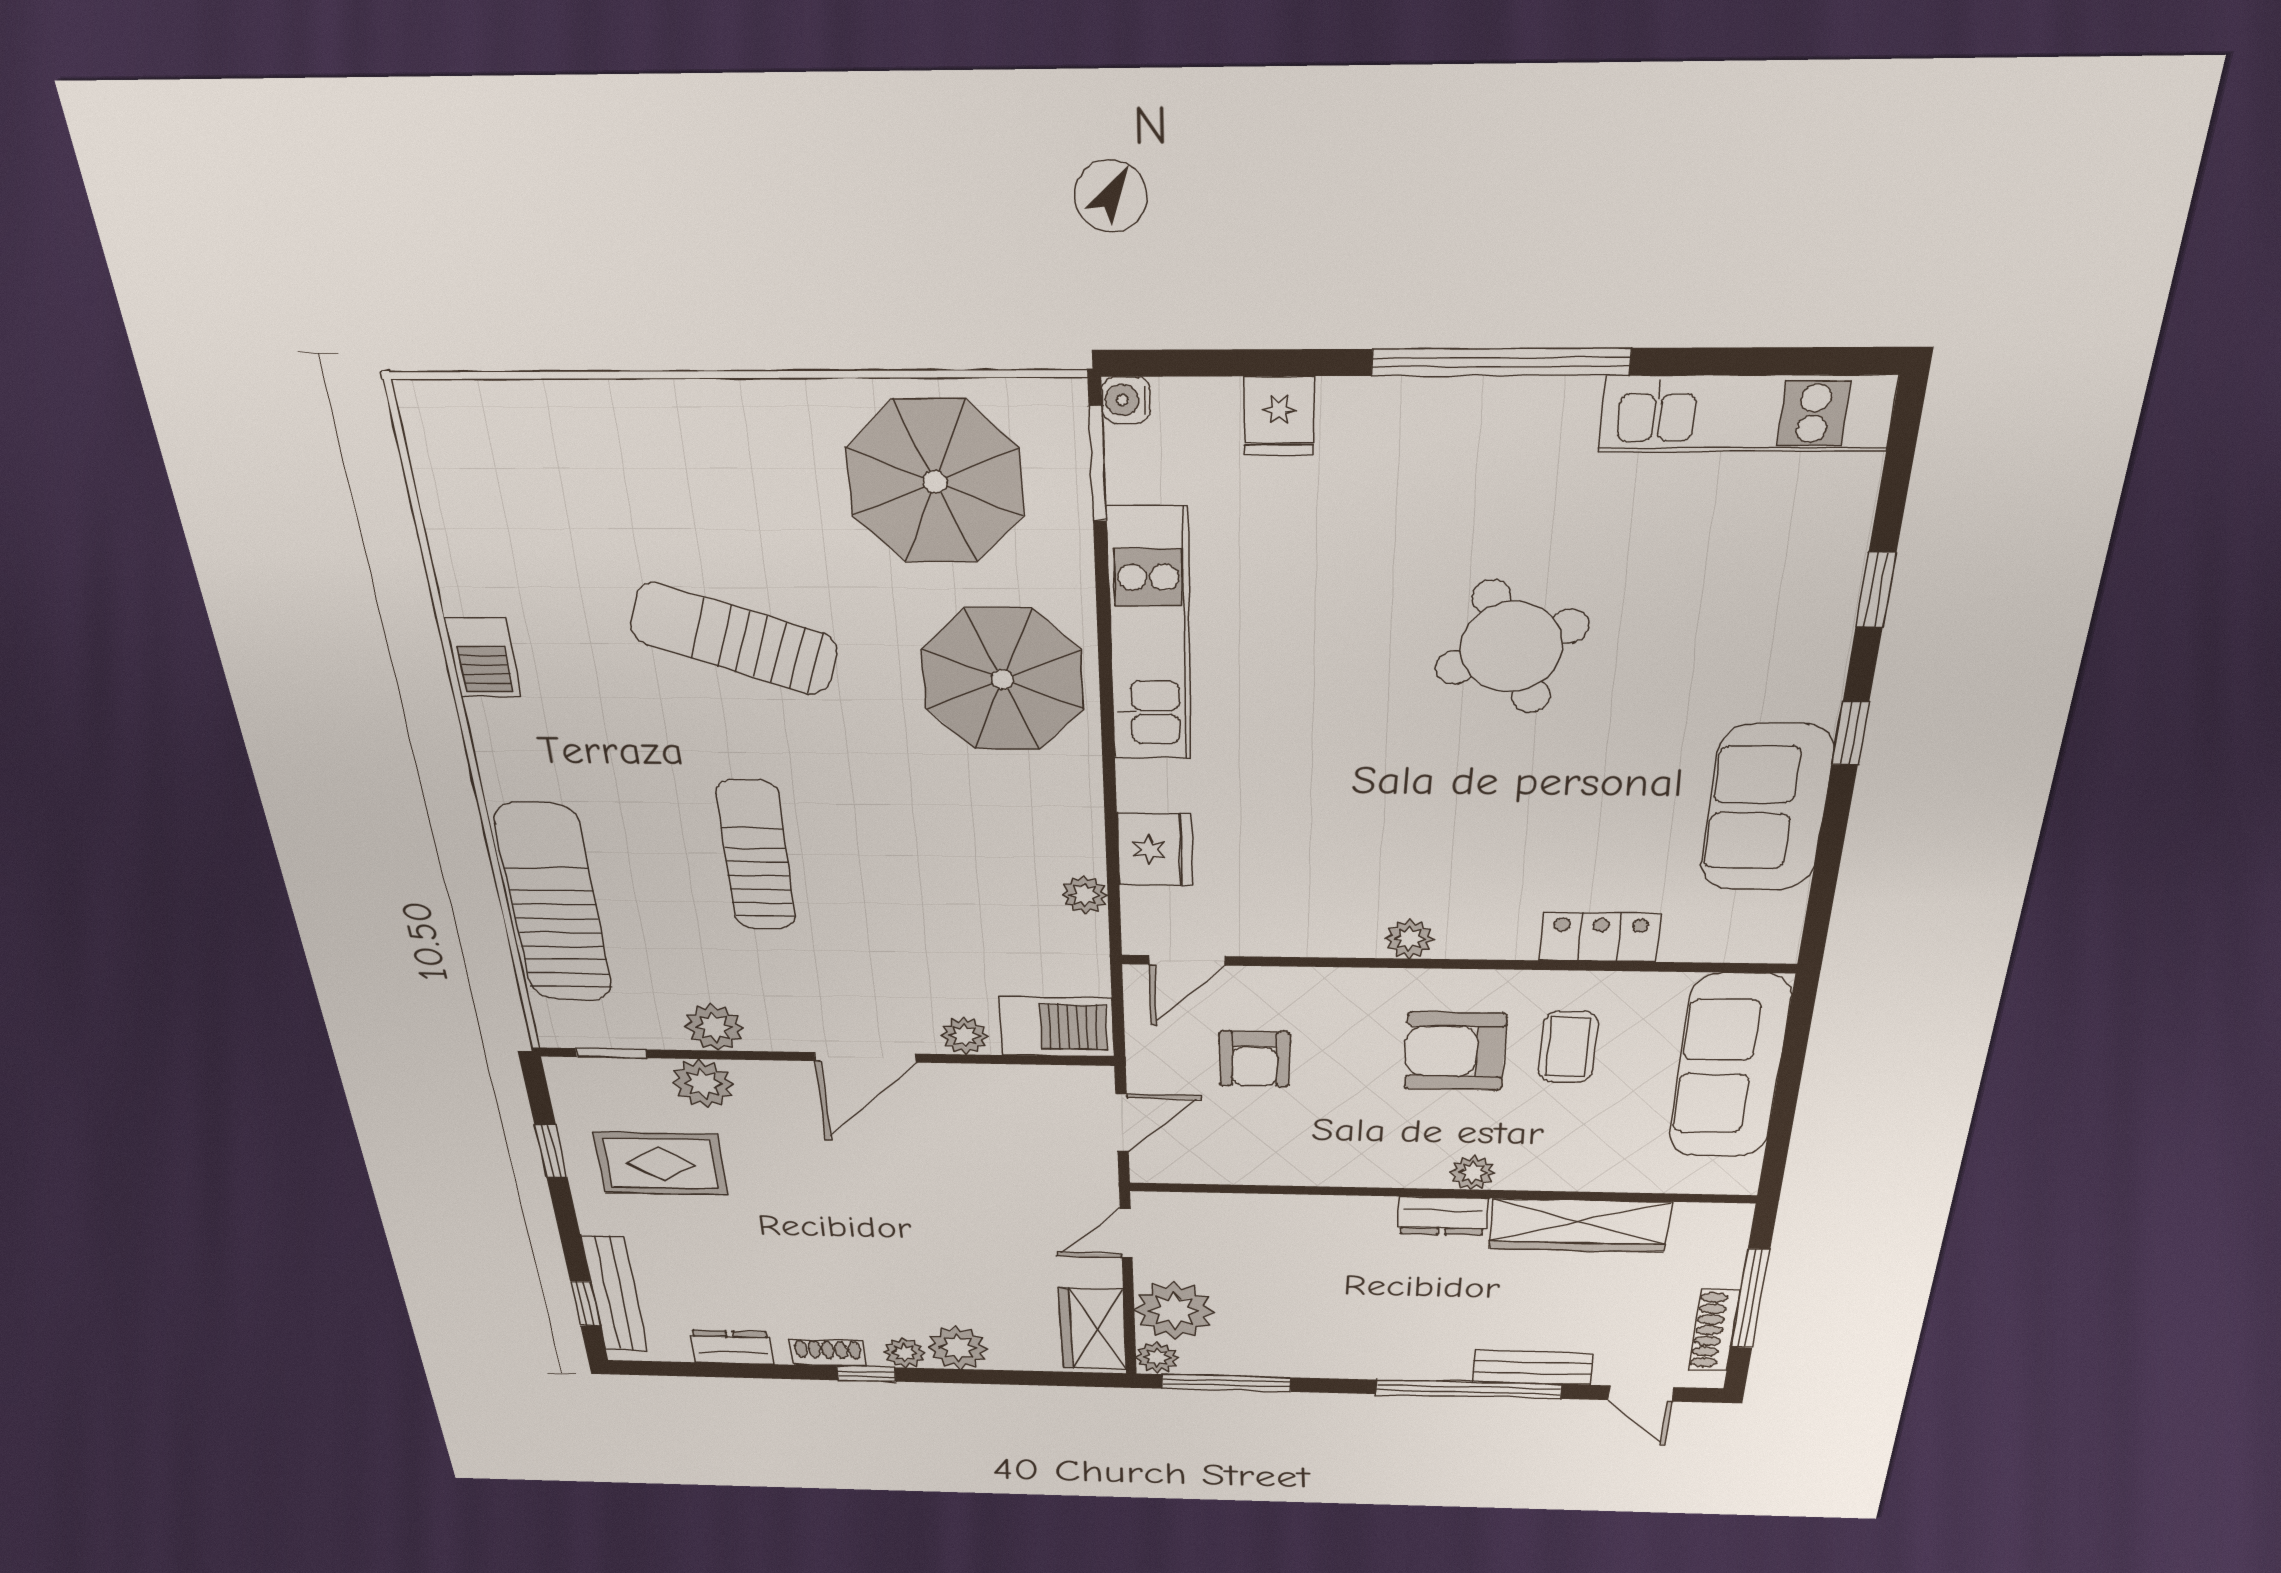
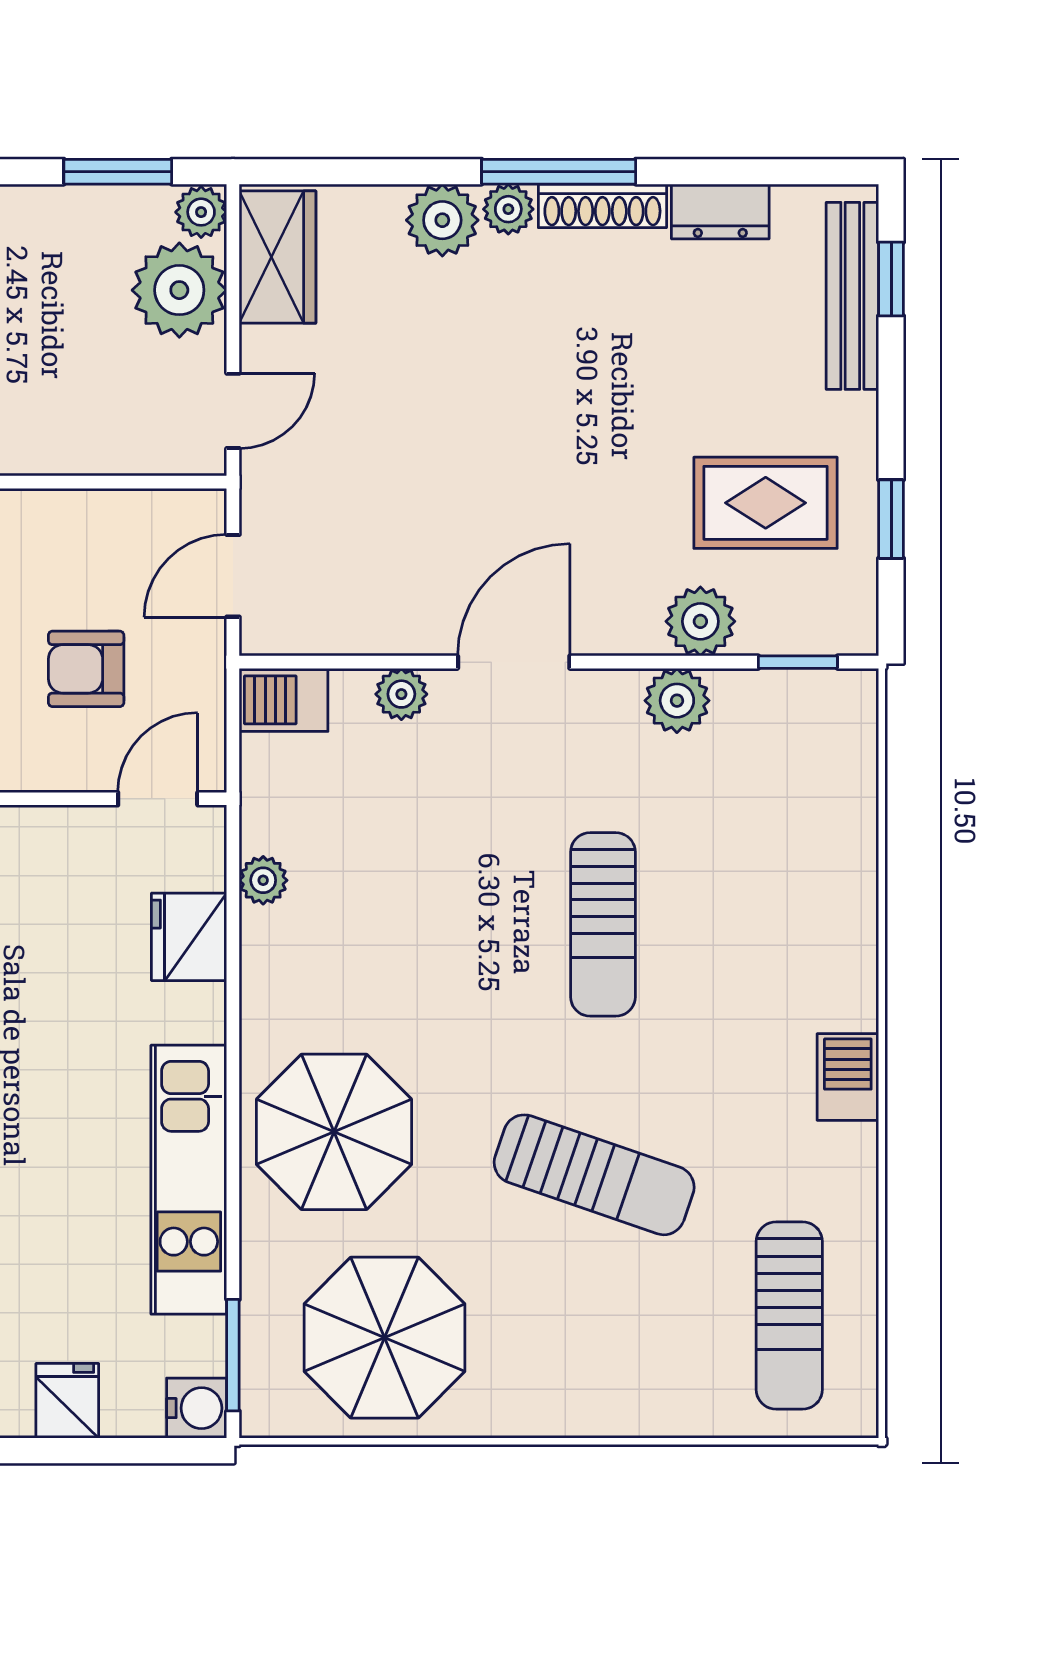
water cooler: (1126, 400) -> (197, 1408), width x1.38, depth x1.38
barbecue: (483, 658) -> (848, 1077), moved
sun lounger: (554, 904) -> (789, 1316), moved, width x0.73, depth x0.75
barbecue: (1056, 1027) -> (284, 700), width x0.73, depth x0.79
armchair: (1254, 1059) -> (86, 669), turned -90
shoe rack: (828, 1353) -> (602, 206), width x1.43
window: (866, 1374) -> (559, 172), width x2.17
window: (1226, 1383) -> (118, 172), width x0.69

